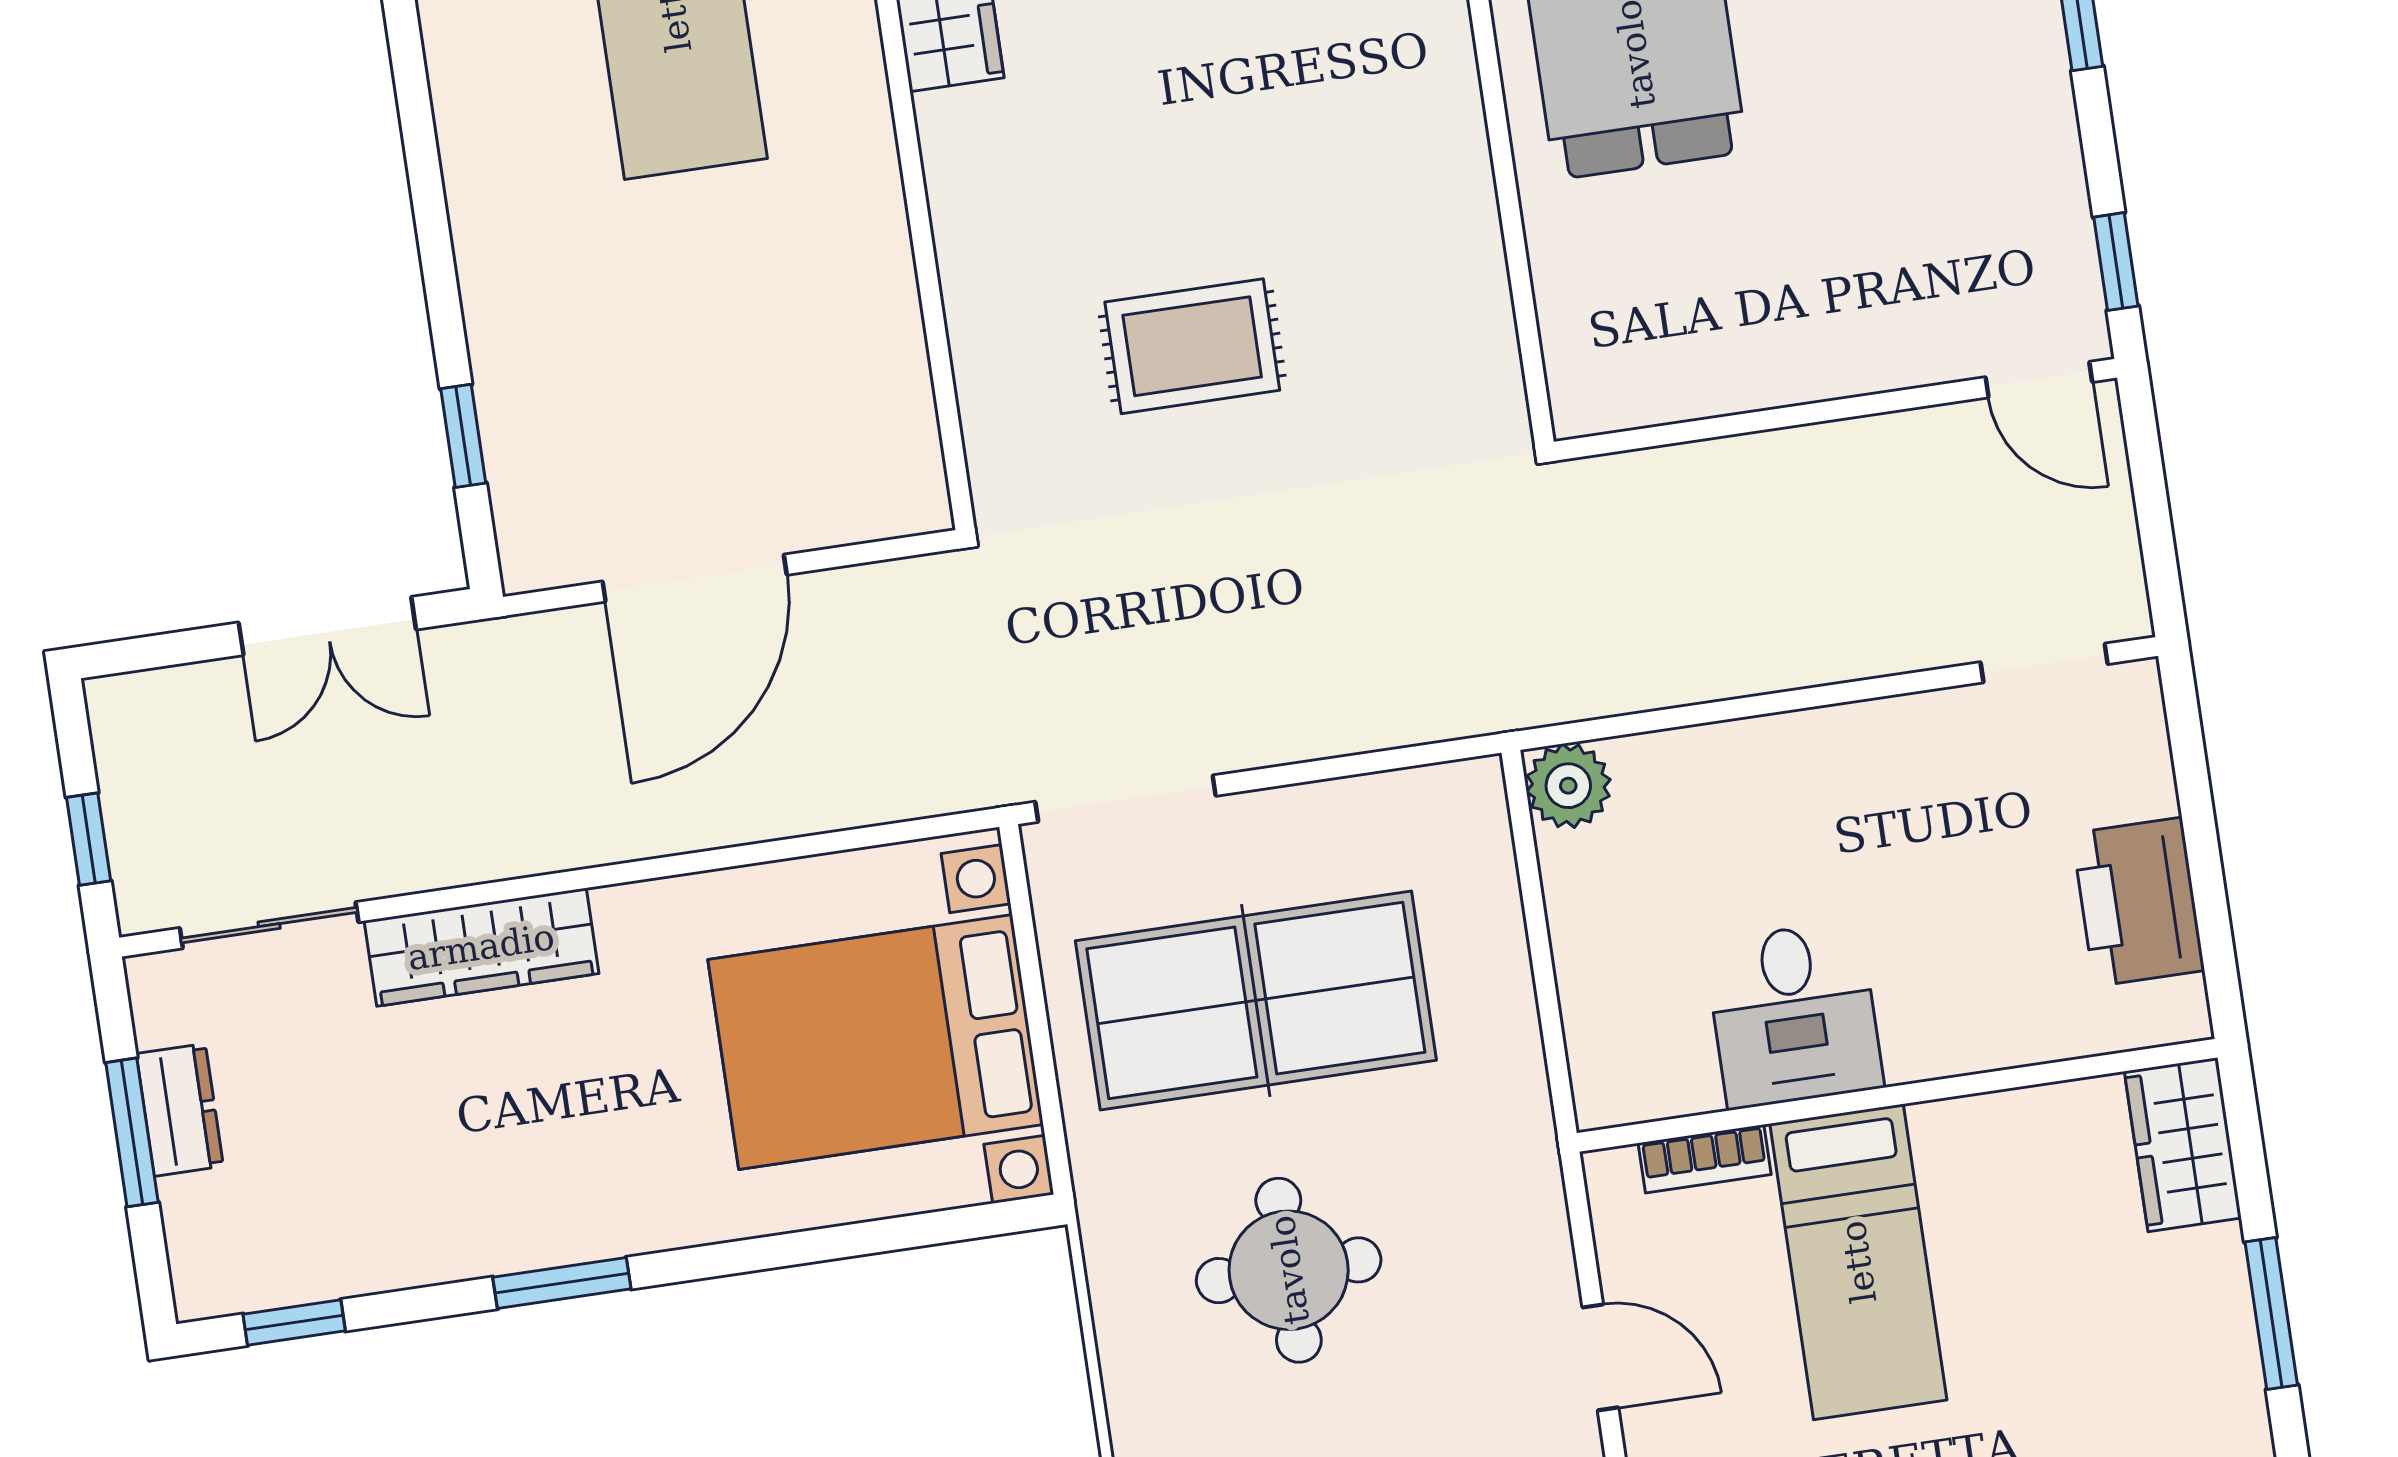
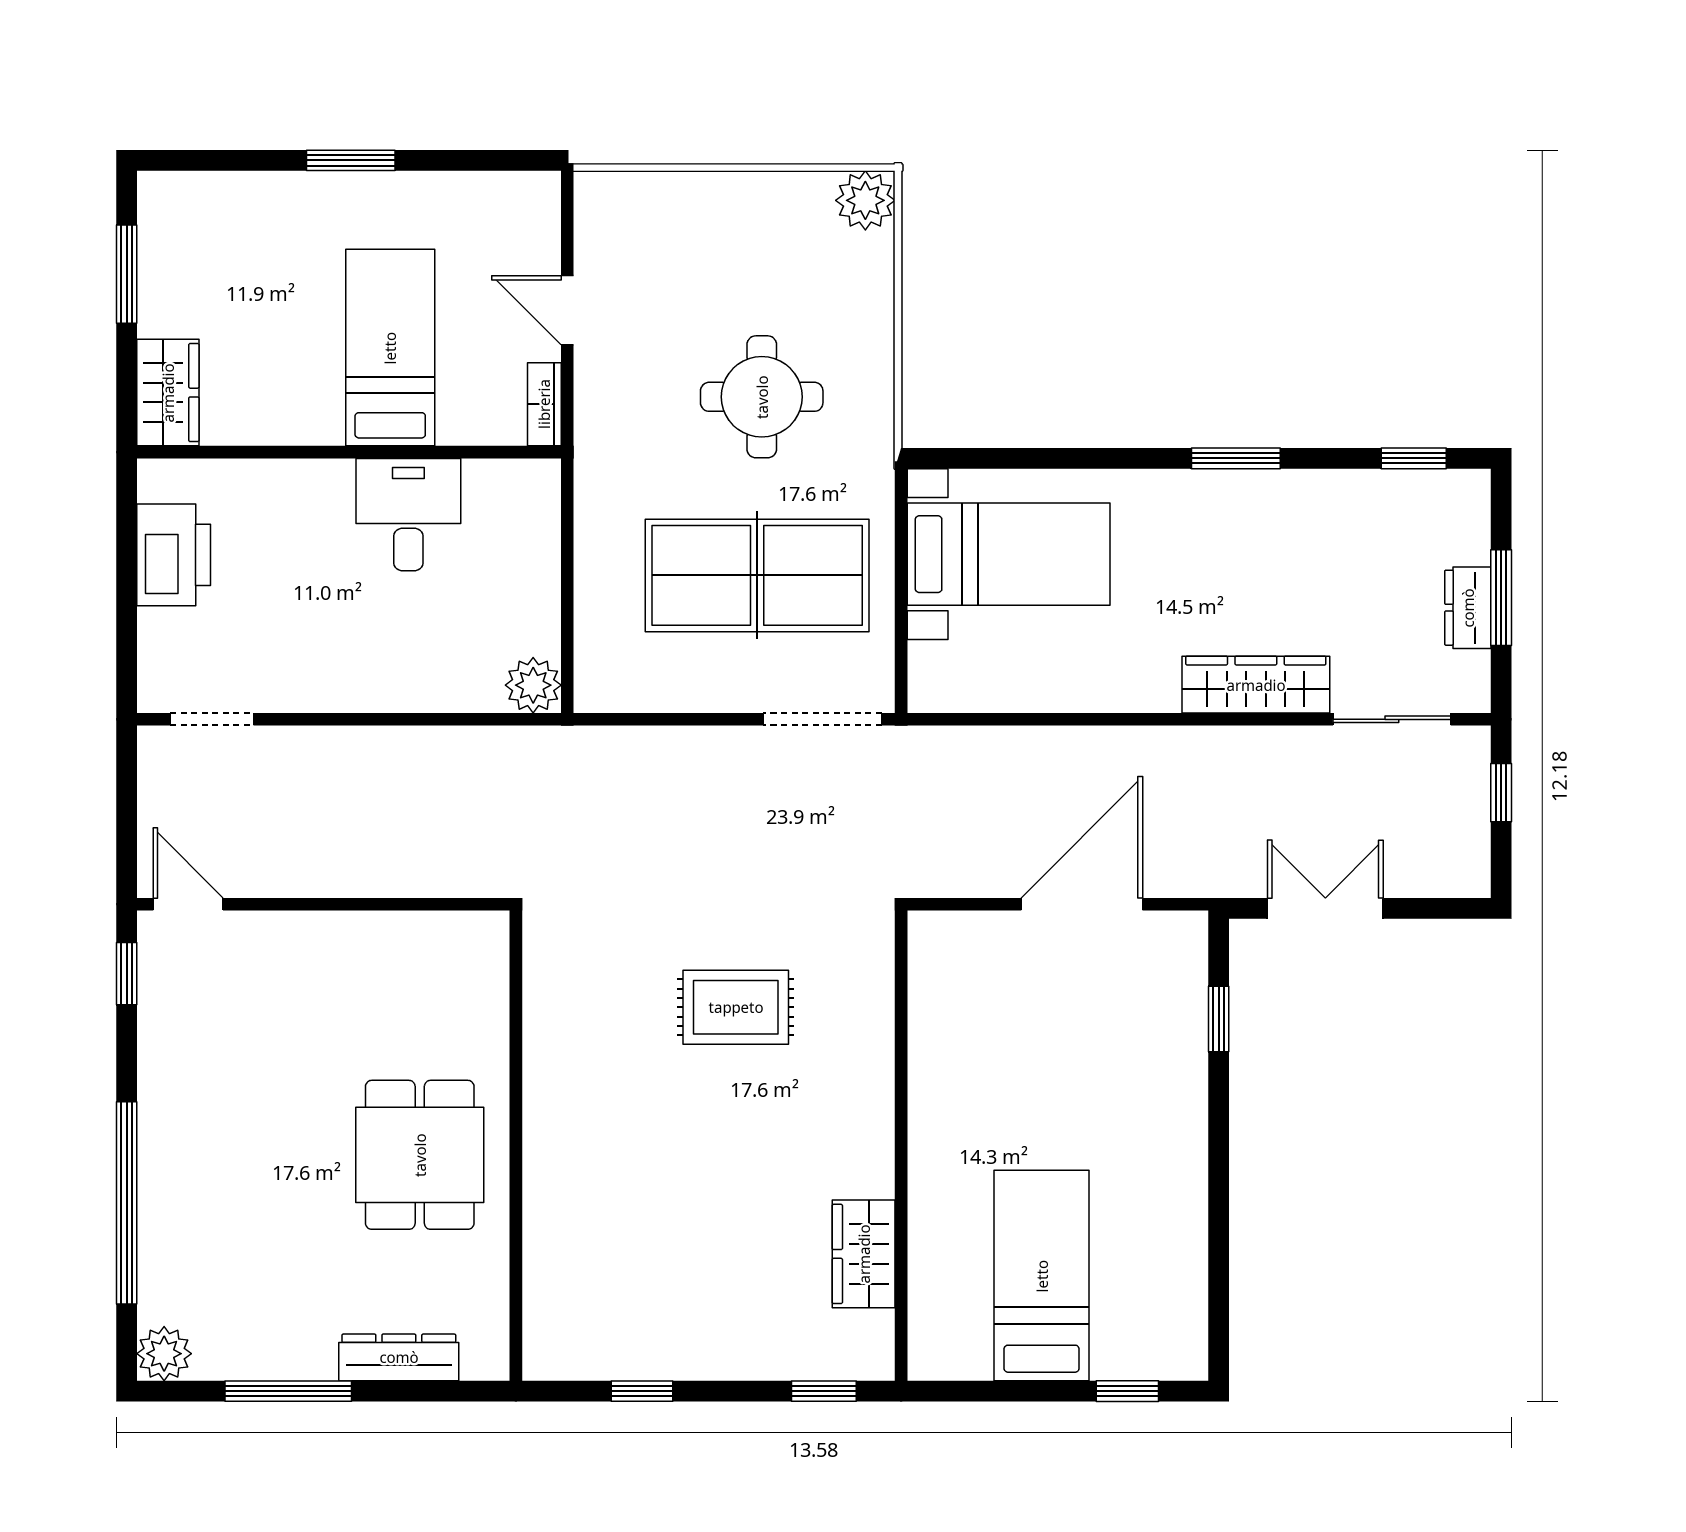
bed with nightstands: (876, 1042) -> (1009, 554), width x0.73
bookcase: (1705, 1159) -> (544, 404), moved, turned -90

